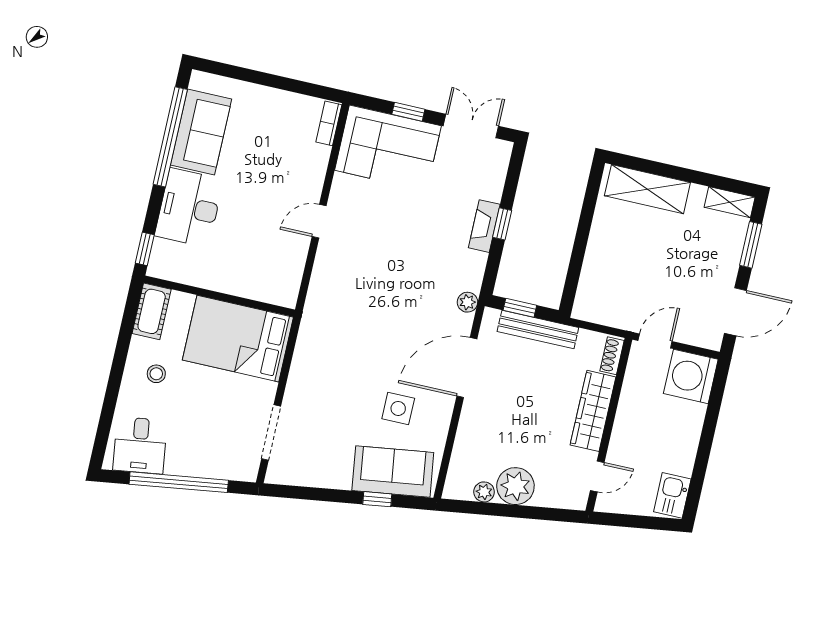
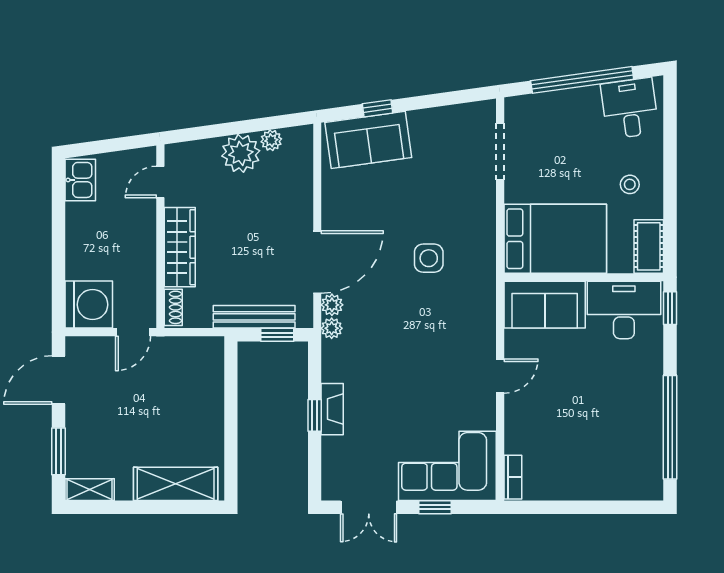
sofa: (201, 132) -> (545, 305), moved, turned -90
desk: (189, 208) -> (624, 310), moved, turned -90
plant: (462, 324) -> (332, 305), added
side table: (398, 408) -> (429, 258), moved

